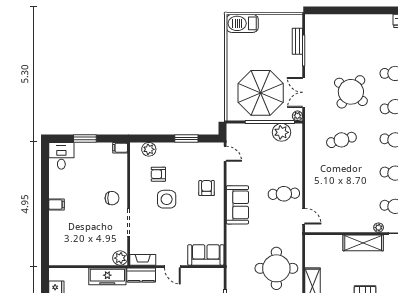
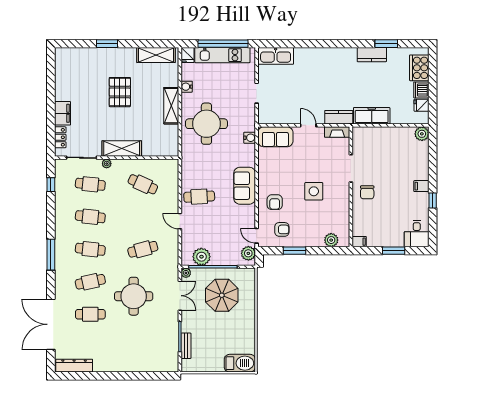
round table: (351, 92) -> (134, 296), turned -38
parasol: (261, 93) -> (222, 295), width x0.73, depth x0.73
plant: (234, 136) -> (248, 253), added
armchair: (158, 174) -> (282, 229), moved
window: (45, 190) -> (433, 201), added
chair: (112, 198) -> (367, 192), turned -90
cafe table: (341, 206) -> (143, 184), added
door: (304, 216) -> (180, 221), moved
water cooler: (232, 254) -> (250, 138), added
plant: (120, 258) -> (422, 134), moved

